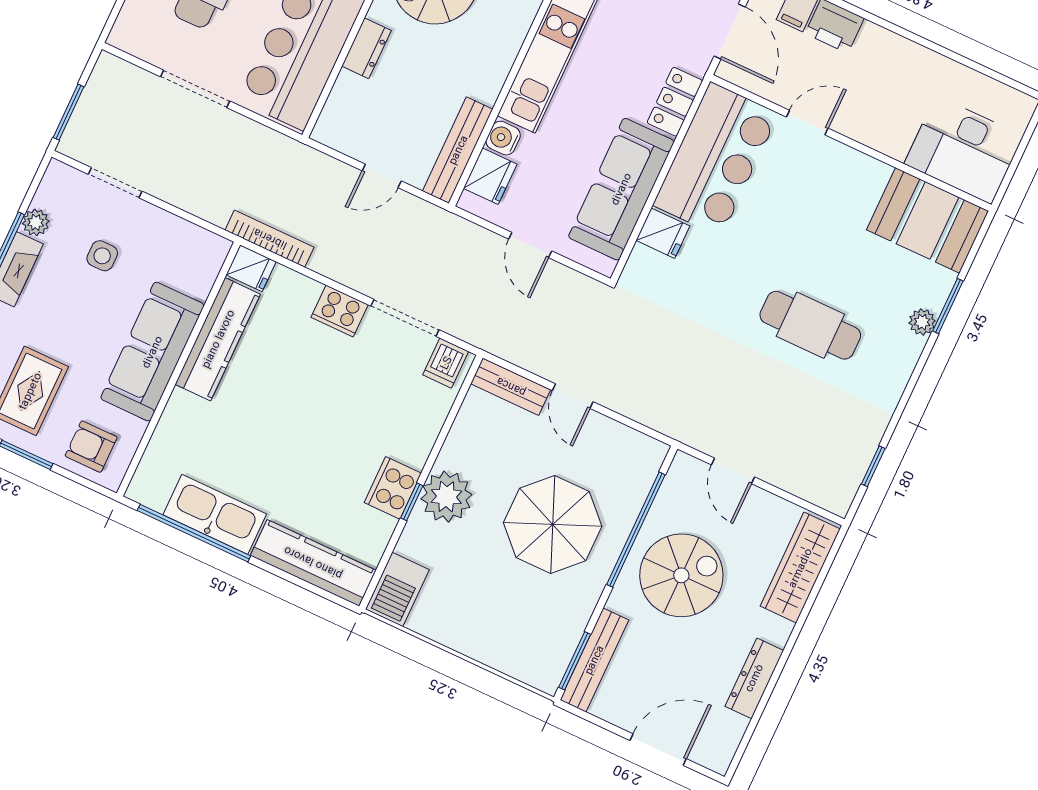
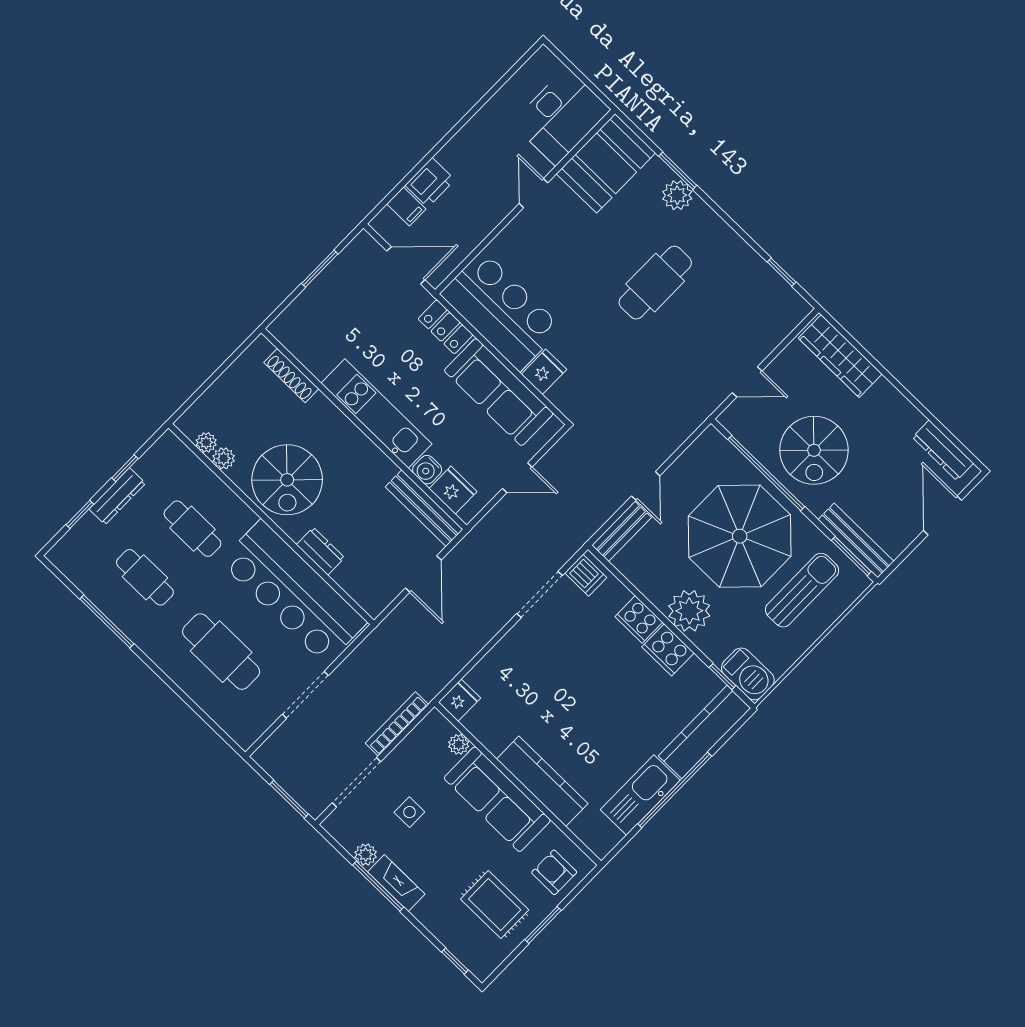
door: (807, 123) -> (533, 193), moved
door: (382, 176) -> (423, 574), width x1.37
doorway: (115, 183) -> (356, 782), width x1.38
bookcase: (270, 239) -> (397, 724), moved
plant: (200, 285) -> (459, 744), added
cooker: (340, 311) -> (639, 619), moved, turned 90
plant: (922, 322) -> (677, 195), width x1.38, depth x1.38
kitchen counter: (218, 339) -> (542, 781), moved
door: (573, 396) -> (646, 486), hinge flipped
armchair: (91, 447) -> (554, 872), turned 90
window: (412, 502) -> (722, 677), moved
parasol: (553, 525) -> (740, 536), width x1.36, depth x1.36
window: (194, 533) -> (675, 790), moved
spiral stairs: (681, 575) -> (814, 450), turned 180
sun lounger: (516, 618) -> (802, 590), added
dresser: (754, 678) -> (943, 450), moved

